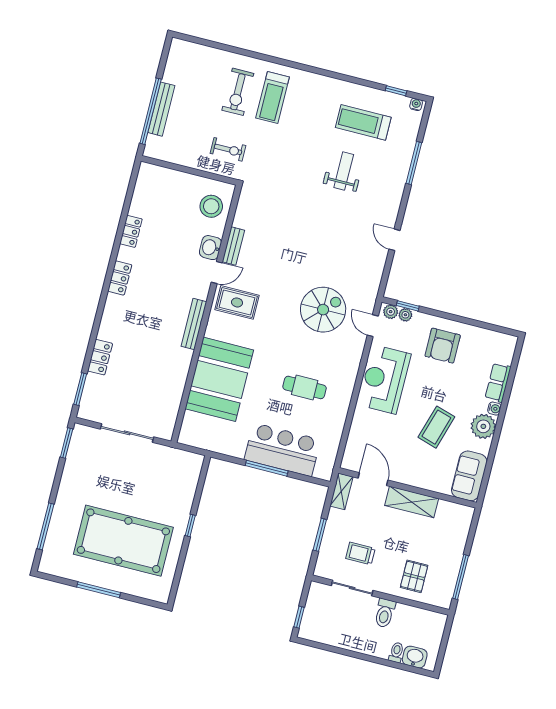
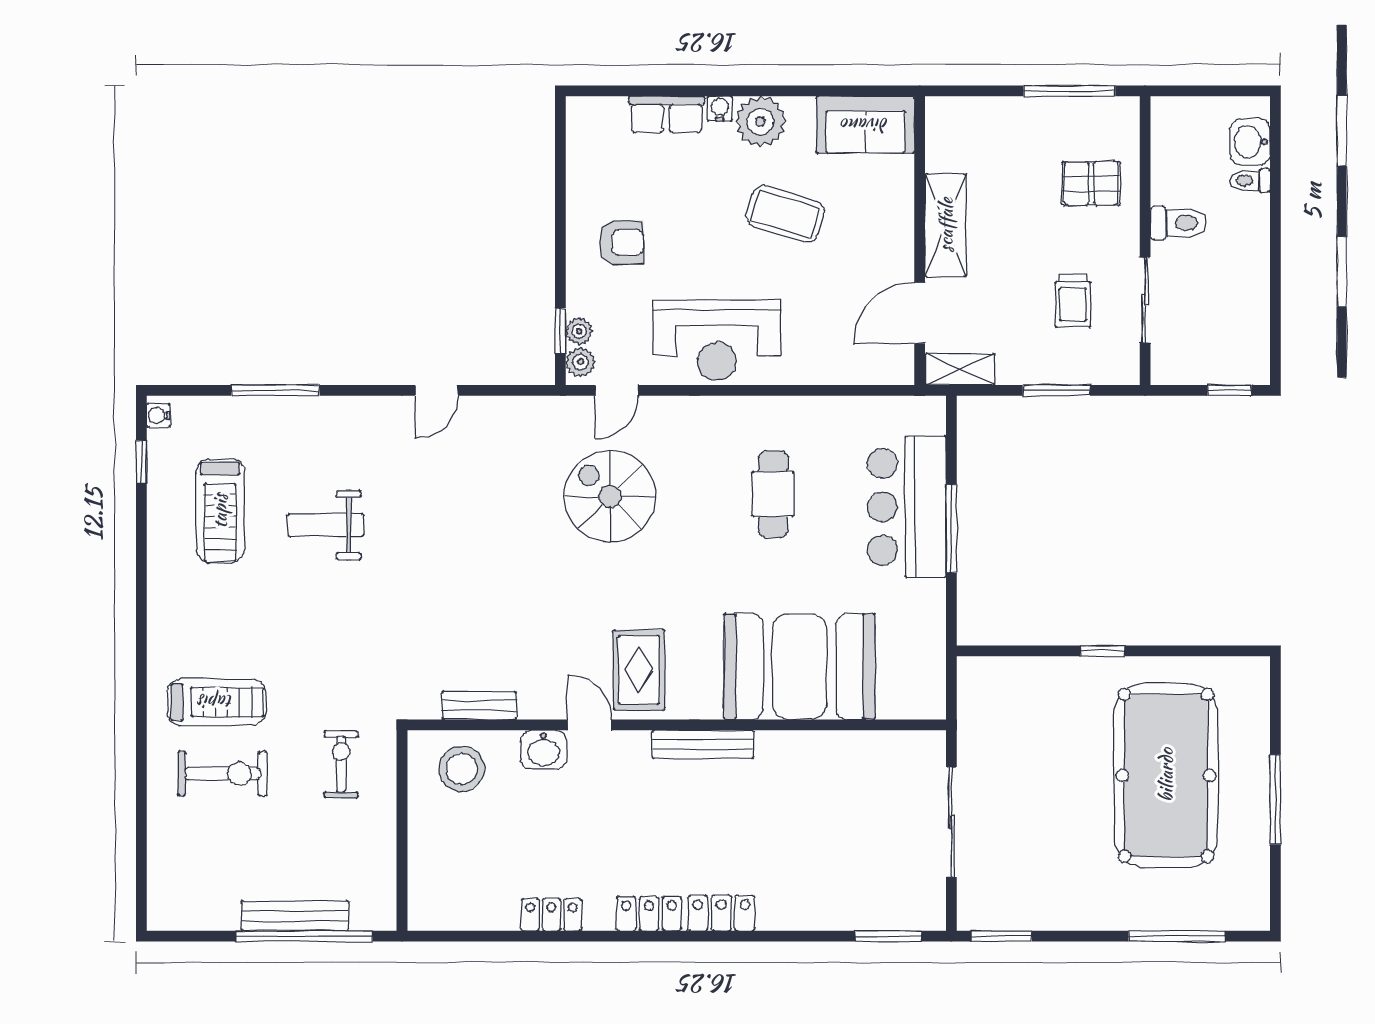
bench: (233, 246) -> (479, 705), moved
armchair: (443, 346) -> (621, 242), width x0.72, depth x0.72
locker: (100, 357) -> (721, 913), moved

